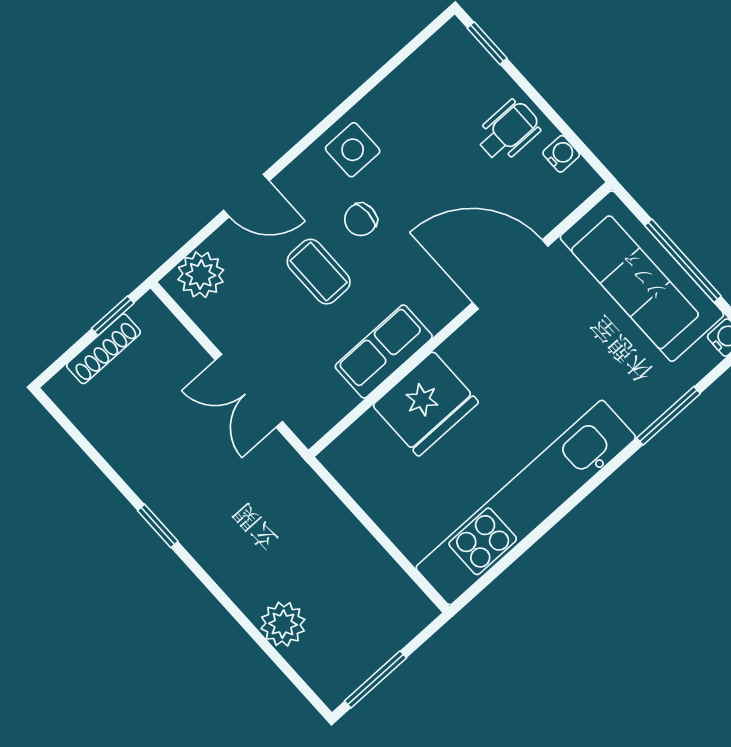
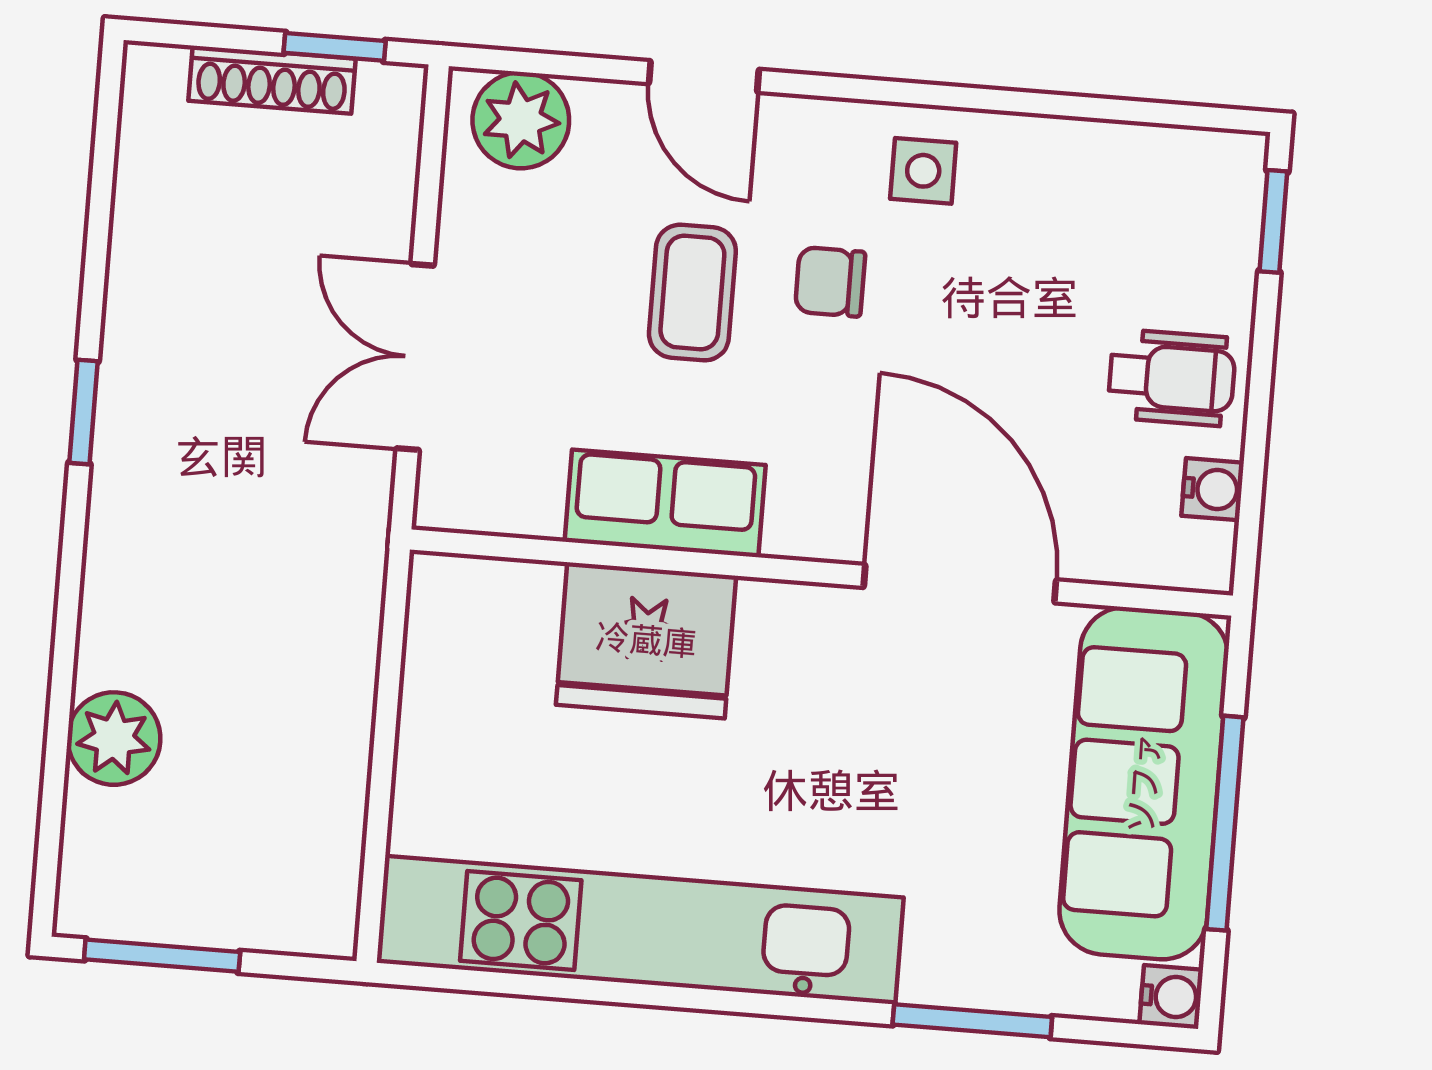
side table: (353, 150) -> (923, 171), width x0.73, depth x0.73

